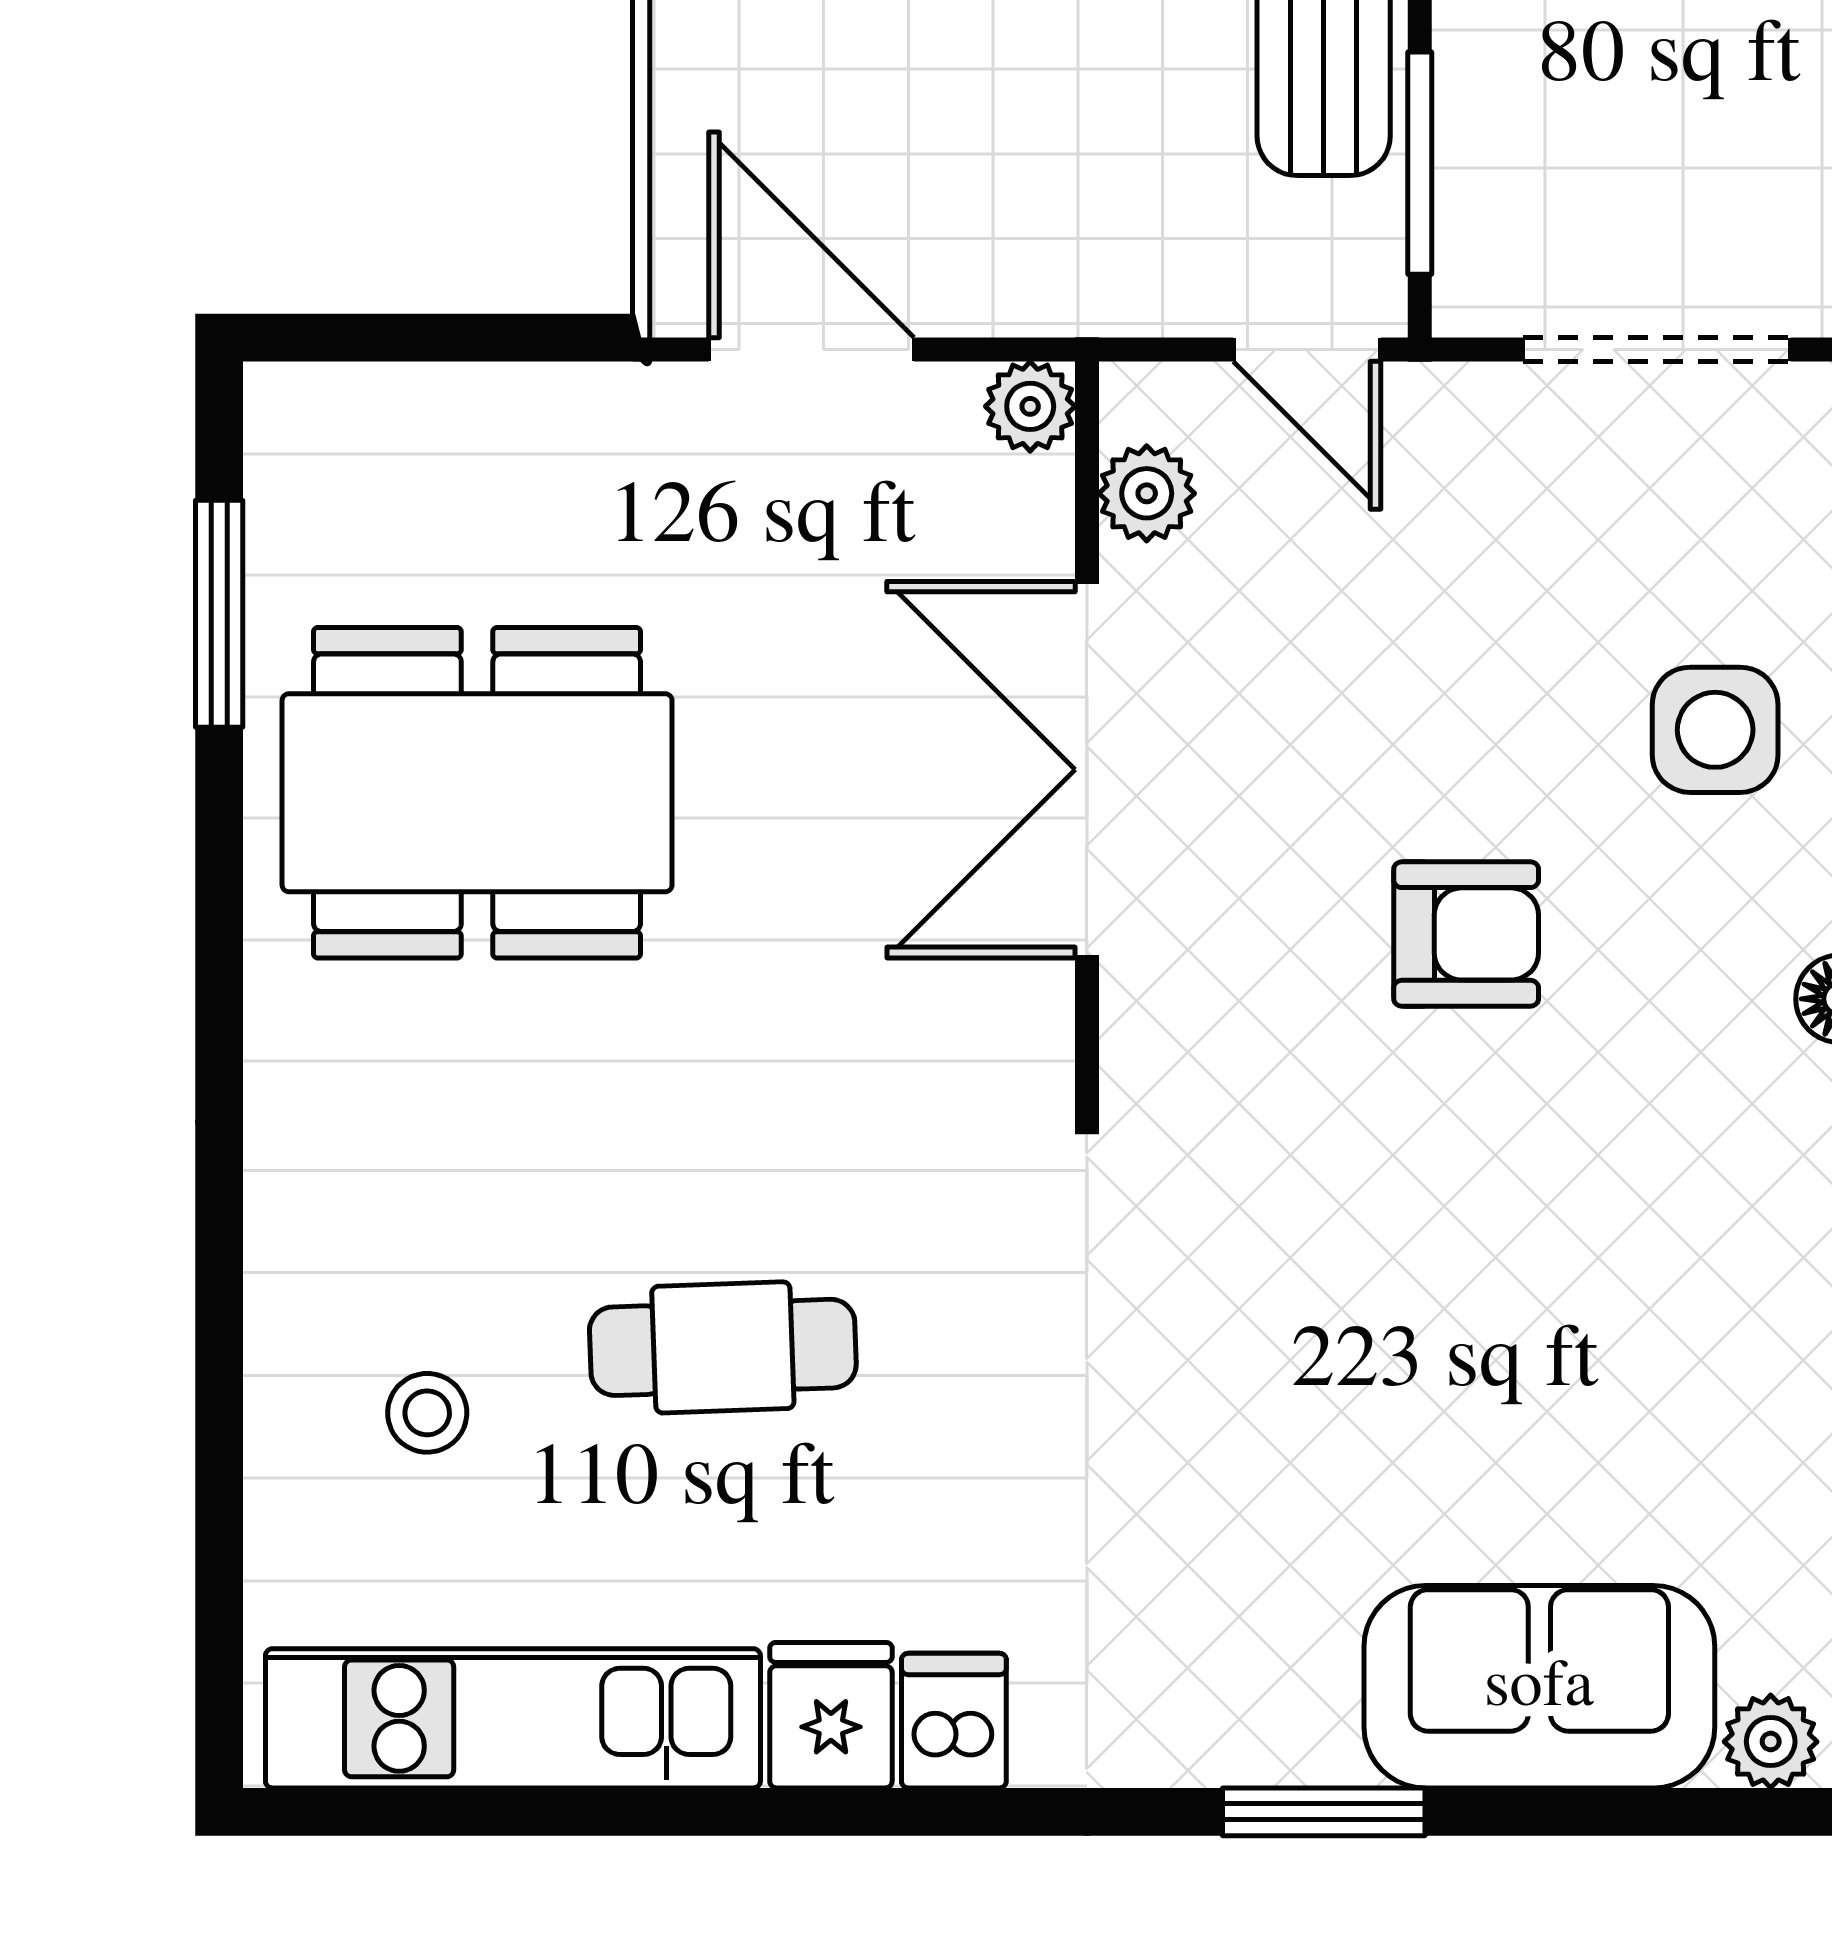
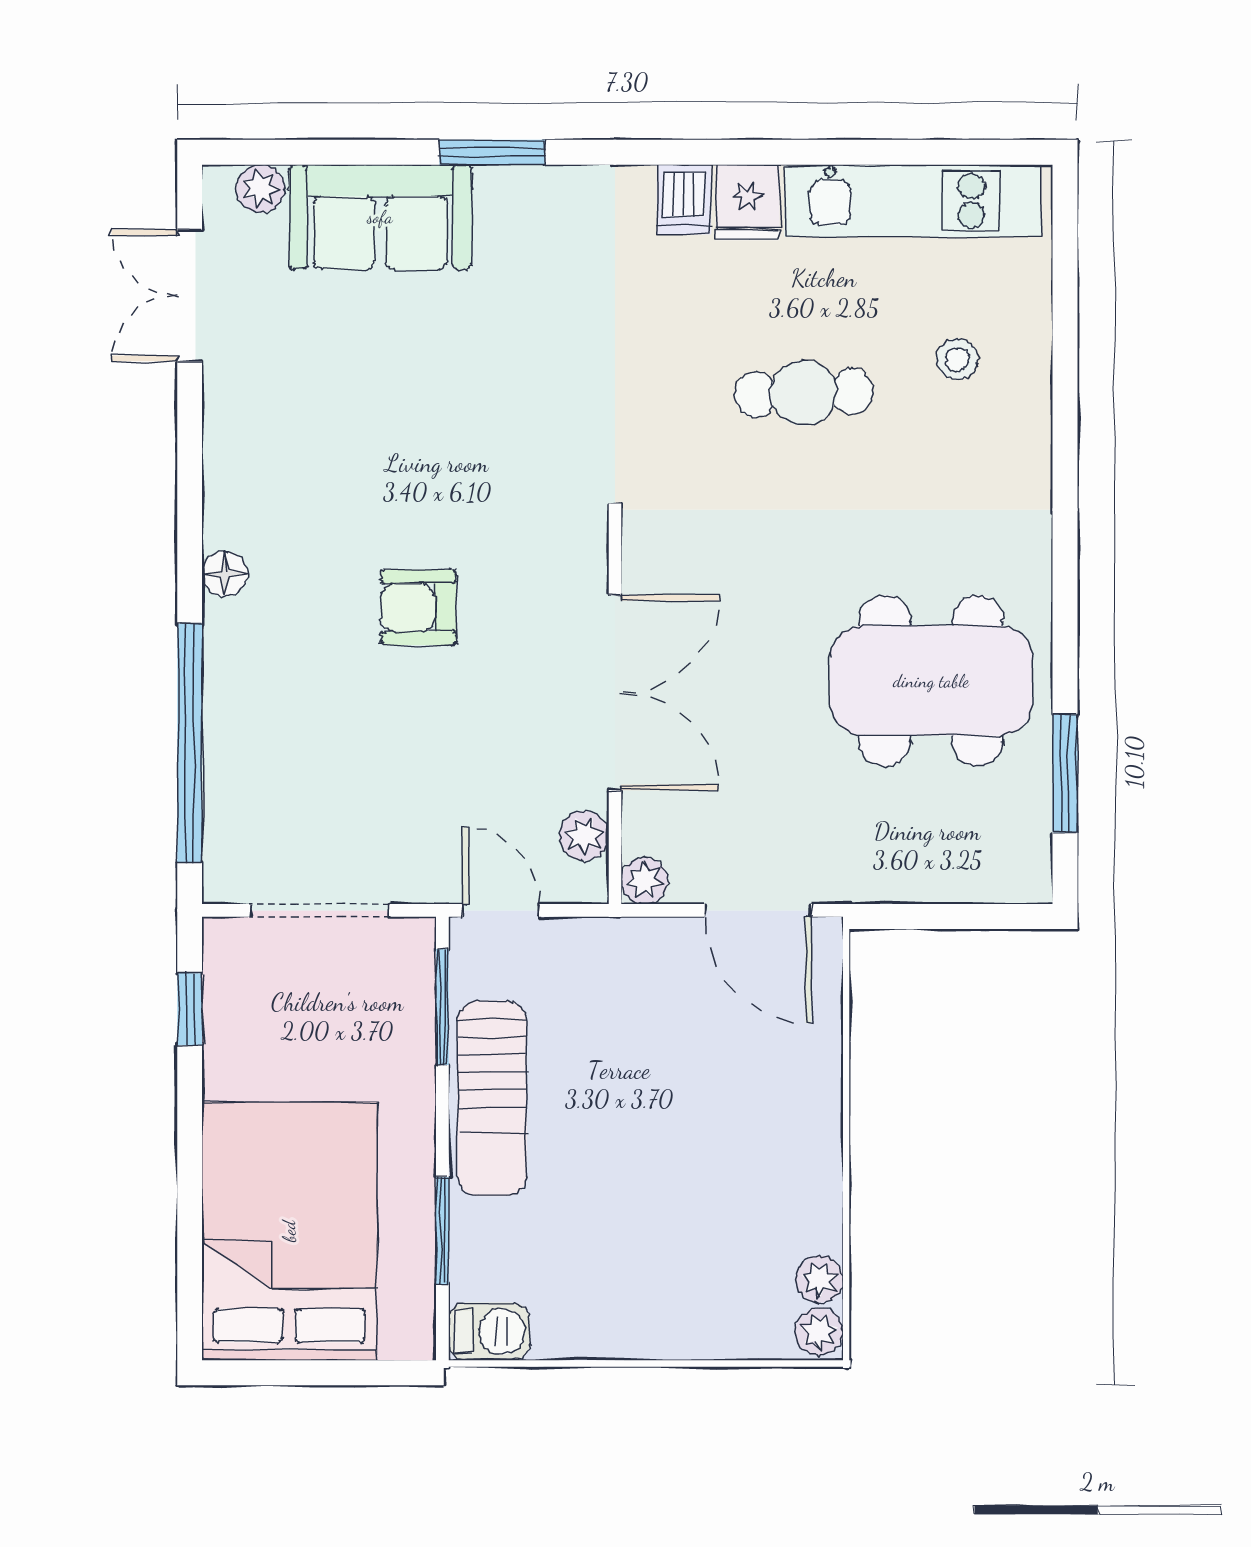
side table: (1715, 730) -> (289, 713), removed

